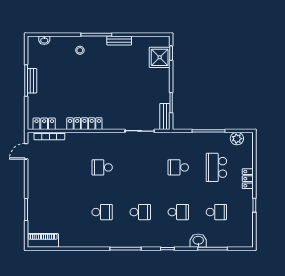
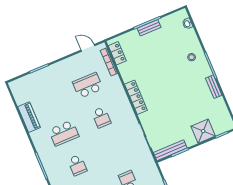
shower: (160, 57) -> (203, 131), moved
bench: (165, 116) -> (170, 150), width x1.36
locker: (84, 124) -> (136, 97), moved
school desk: (64, 167) -> (88, 85), added
school desk: (102, 167) -> (101, 117), turned 180
school desk: (102, 212) -> (64, 133), width x1.85
piano: (43, 240) -> (29, 117), moved

